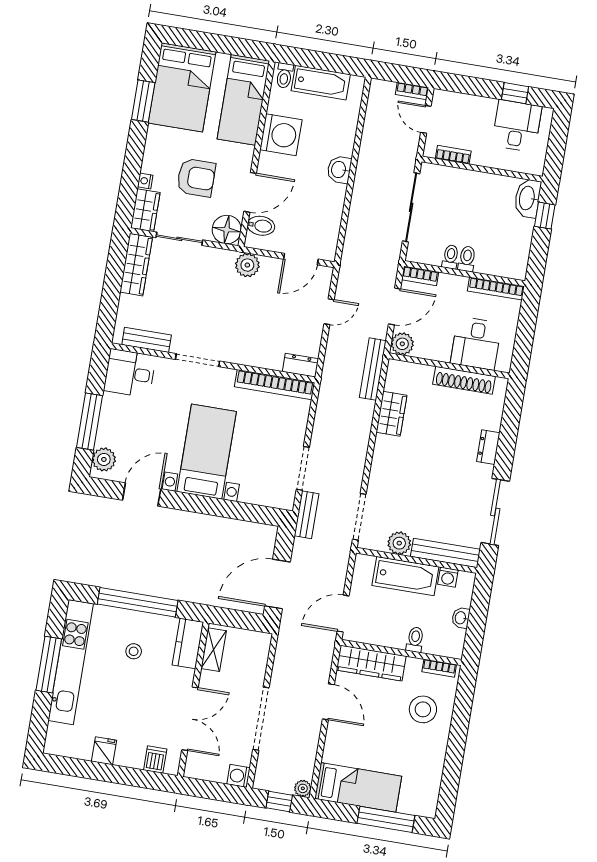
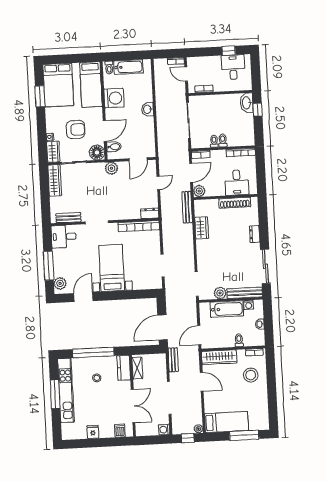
bench: (307, 515) -> (173, 360), moved

